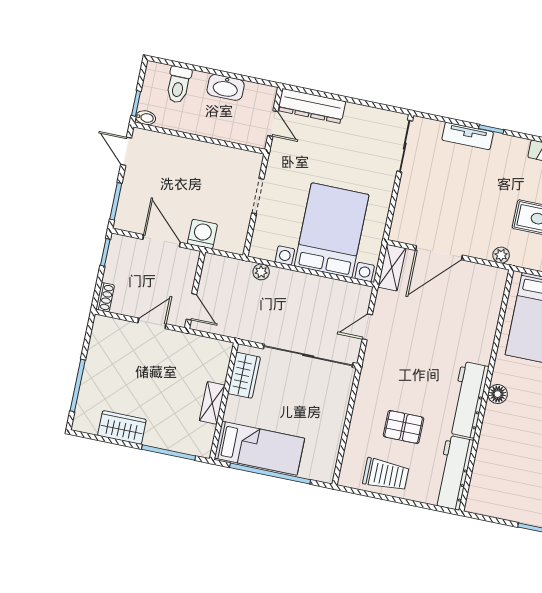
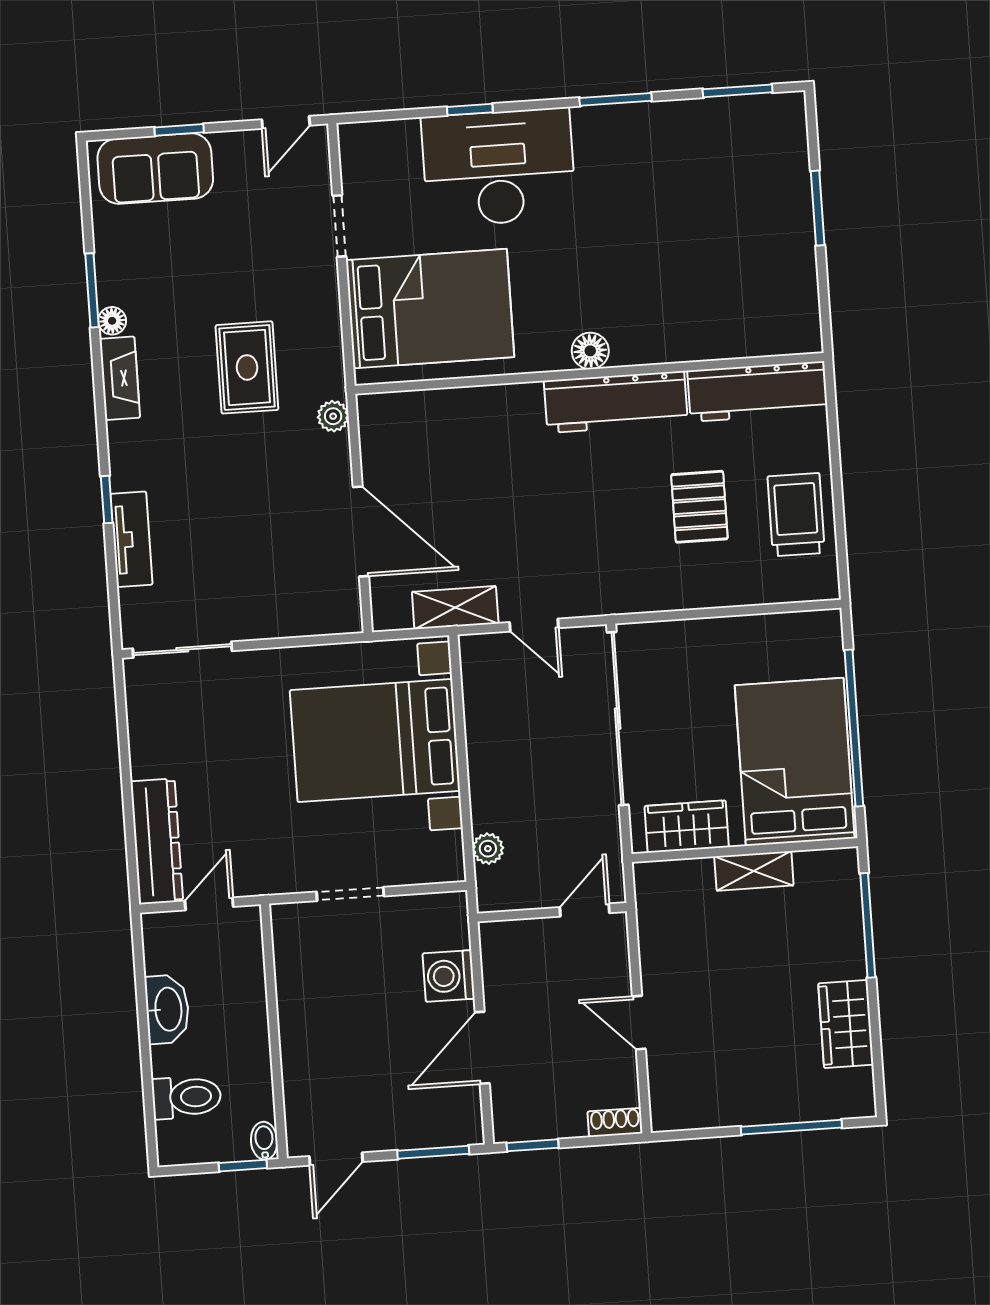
shelving: (392, 268) -> (455, 608), moved
wall: (195, 290) -> (552, 912), moved
door: (191, 307) -> (585, 910), moved
bed: (260, 448) -> (795, 762), width x1.50

